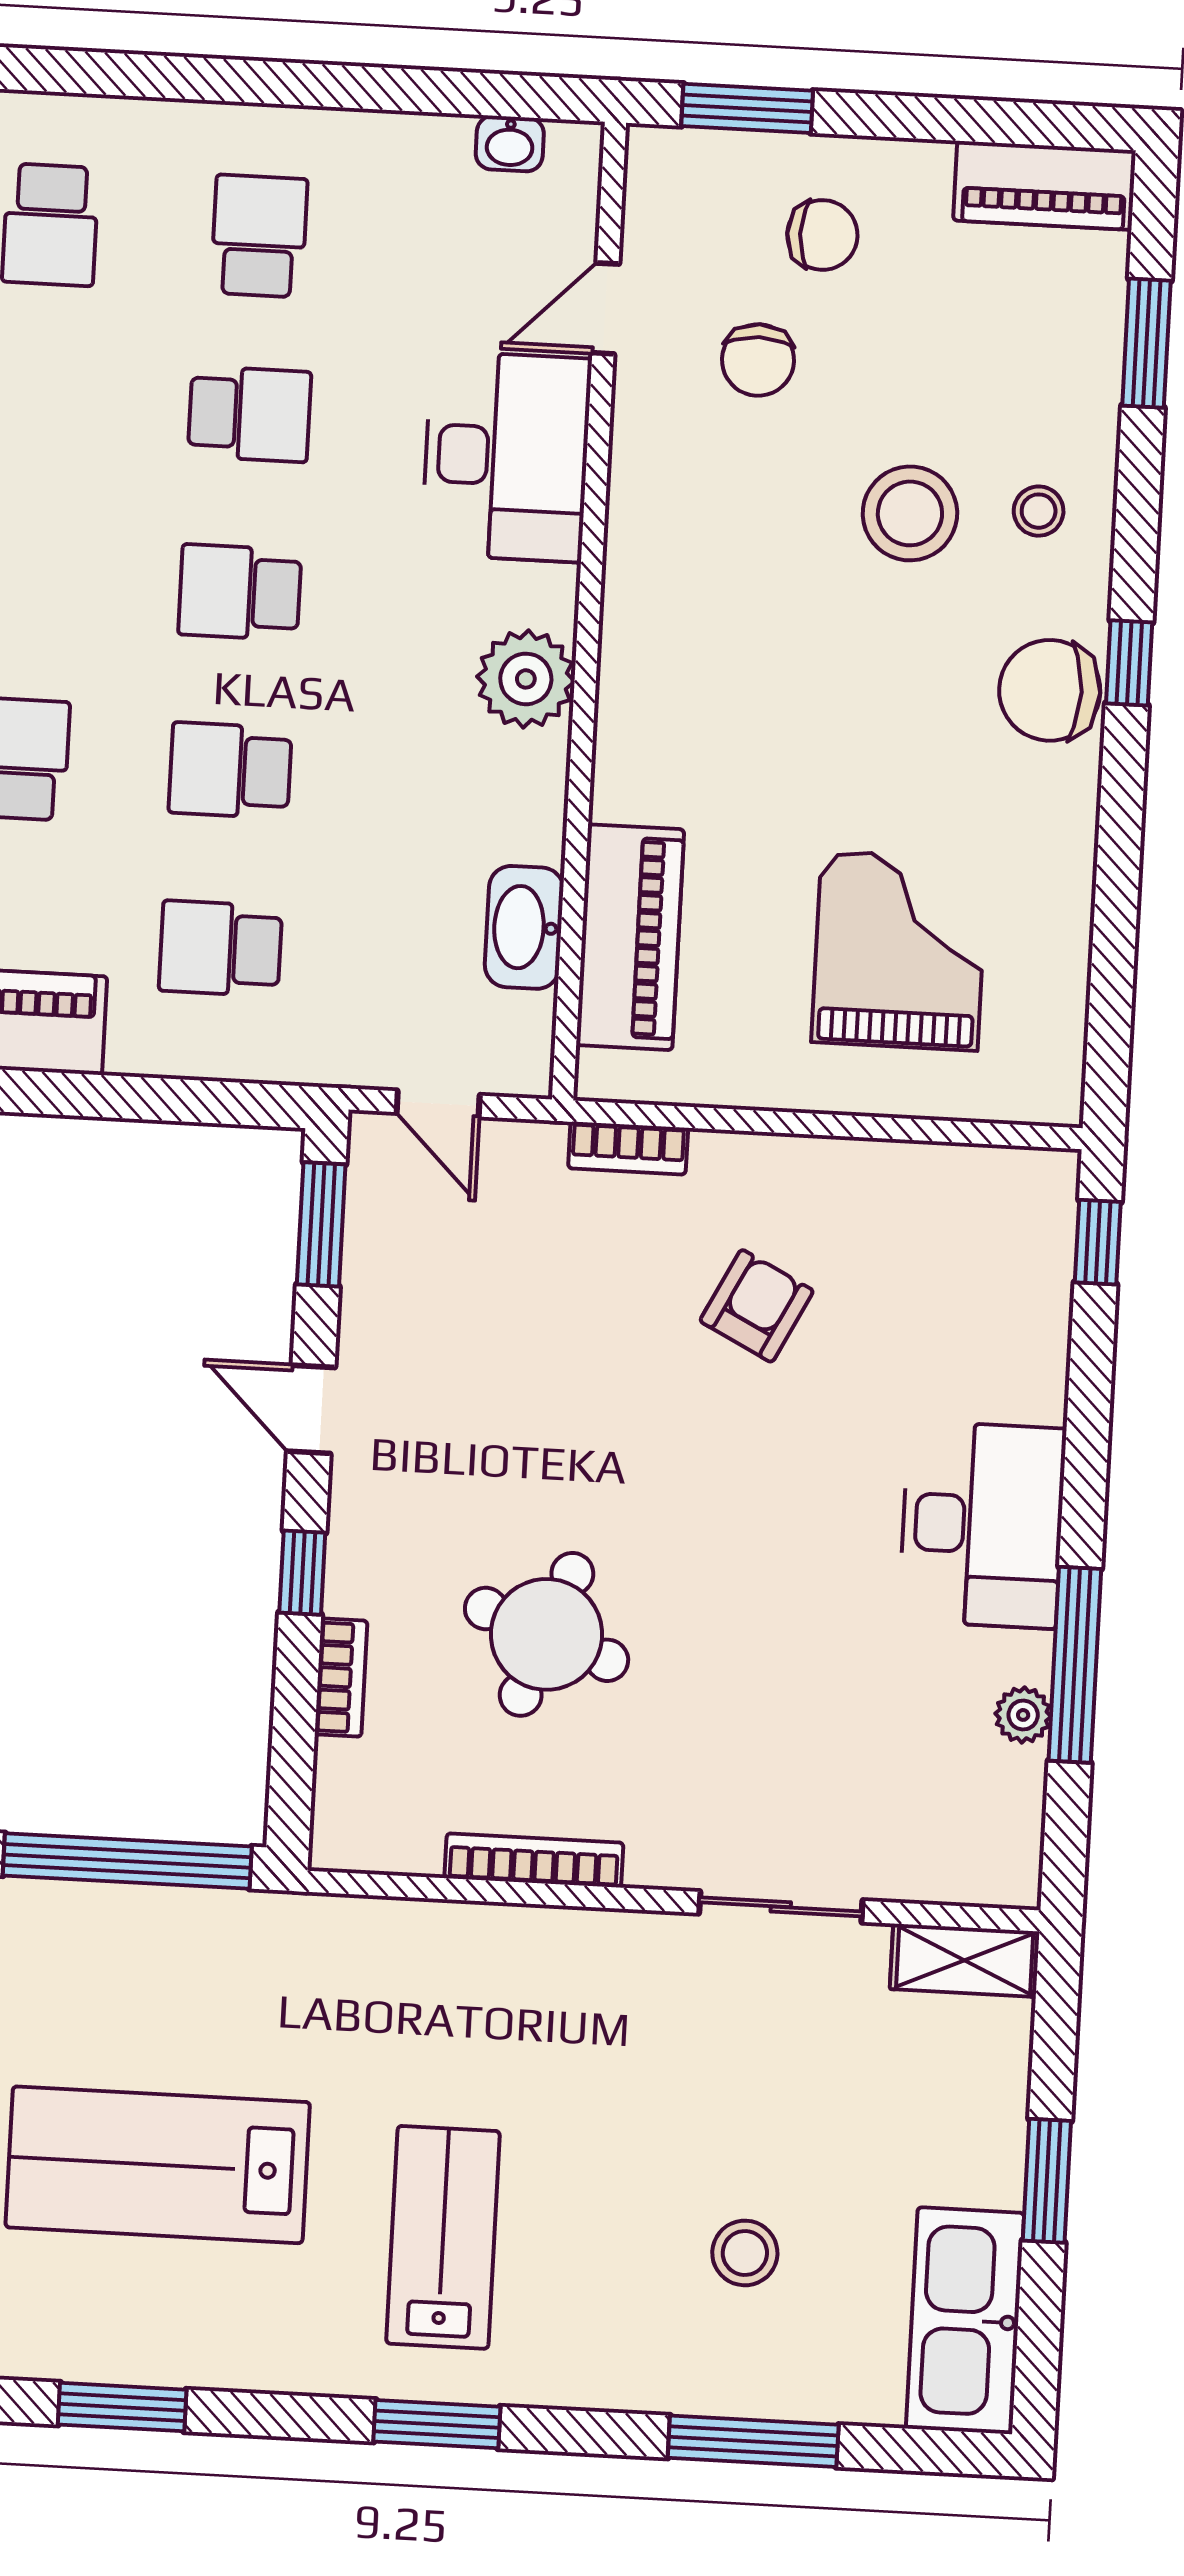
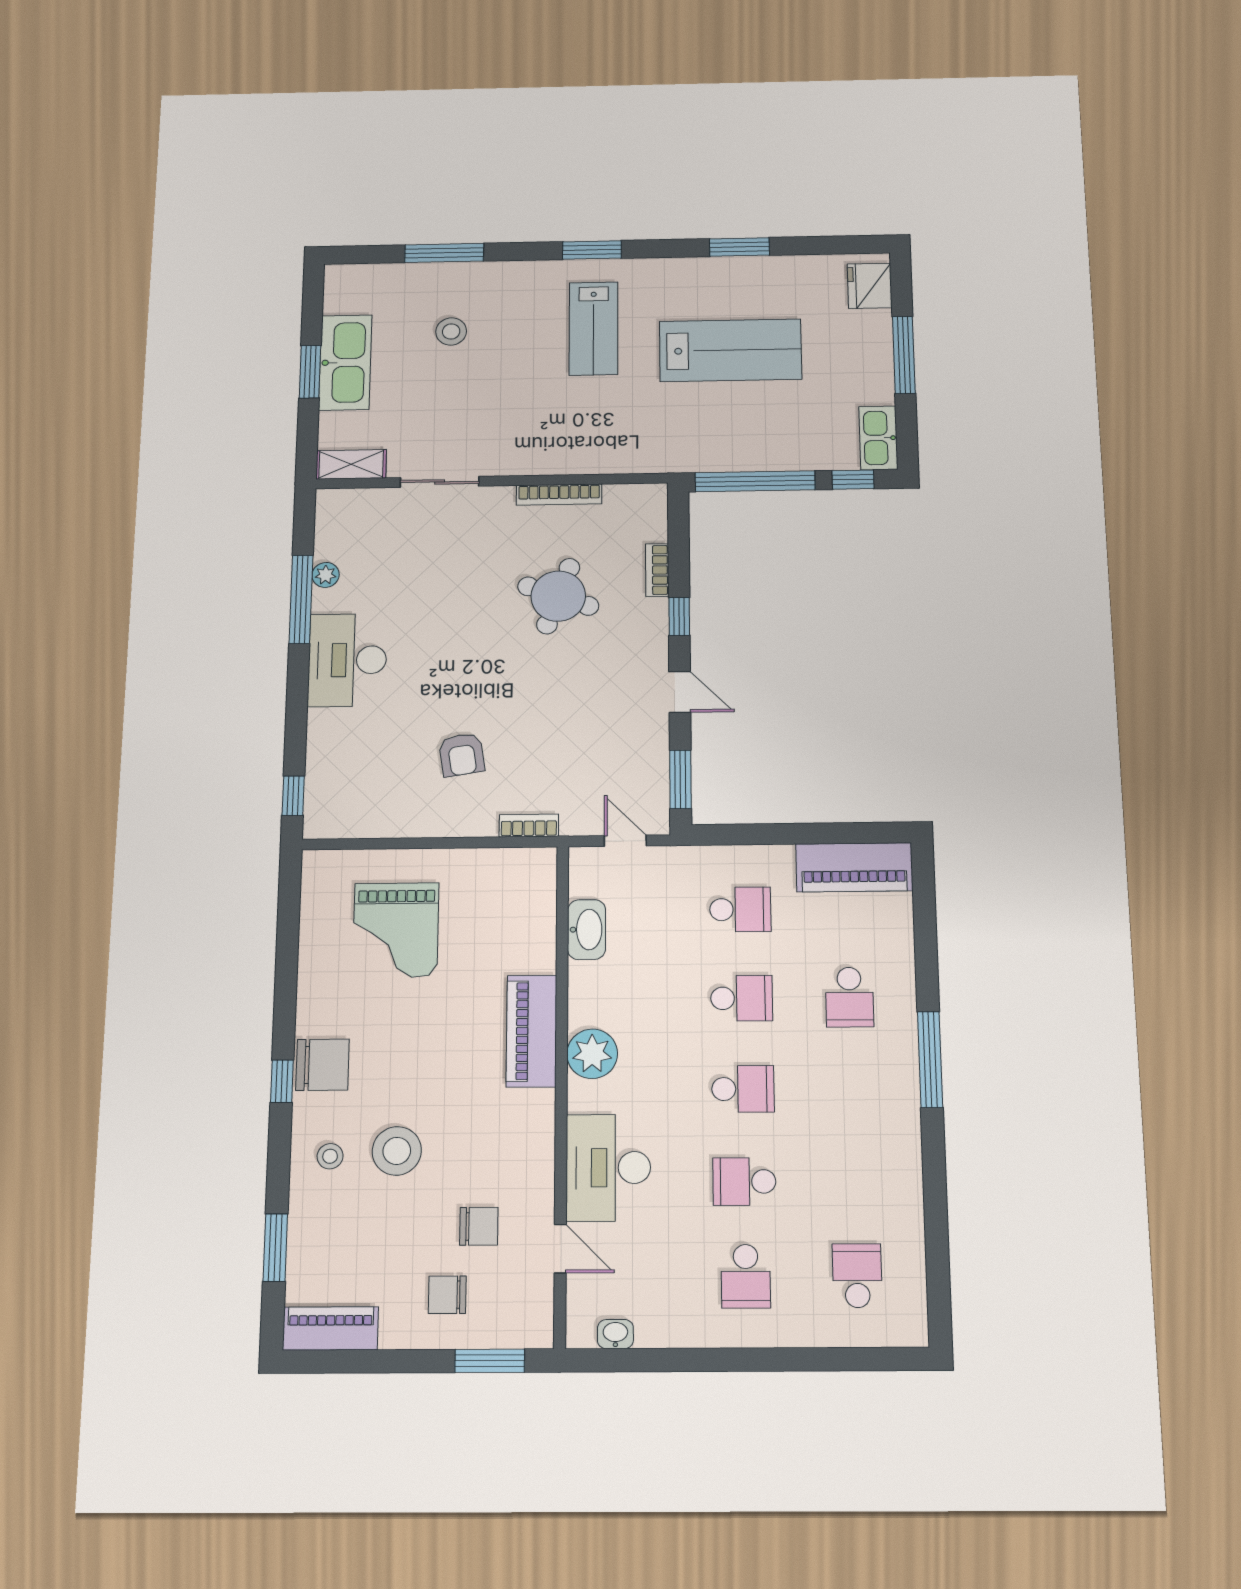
door: (605, 308) -> (560, 1249), hinge flipped
chair: (758, 360) -> (479, 1226), turned 90
piano: (630, 937) -> (532, 1031), moved
armchair: (757, 1306) -> (462, 755), turned -36
kitchen sink: (965, 2321) -> (345, 362), moved

